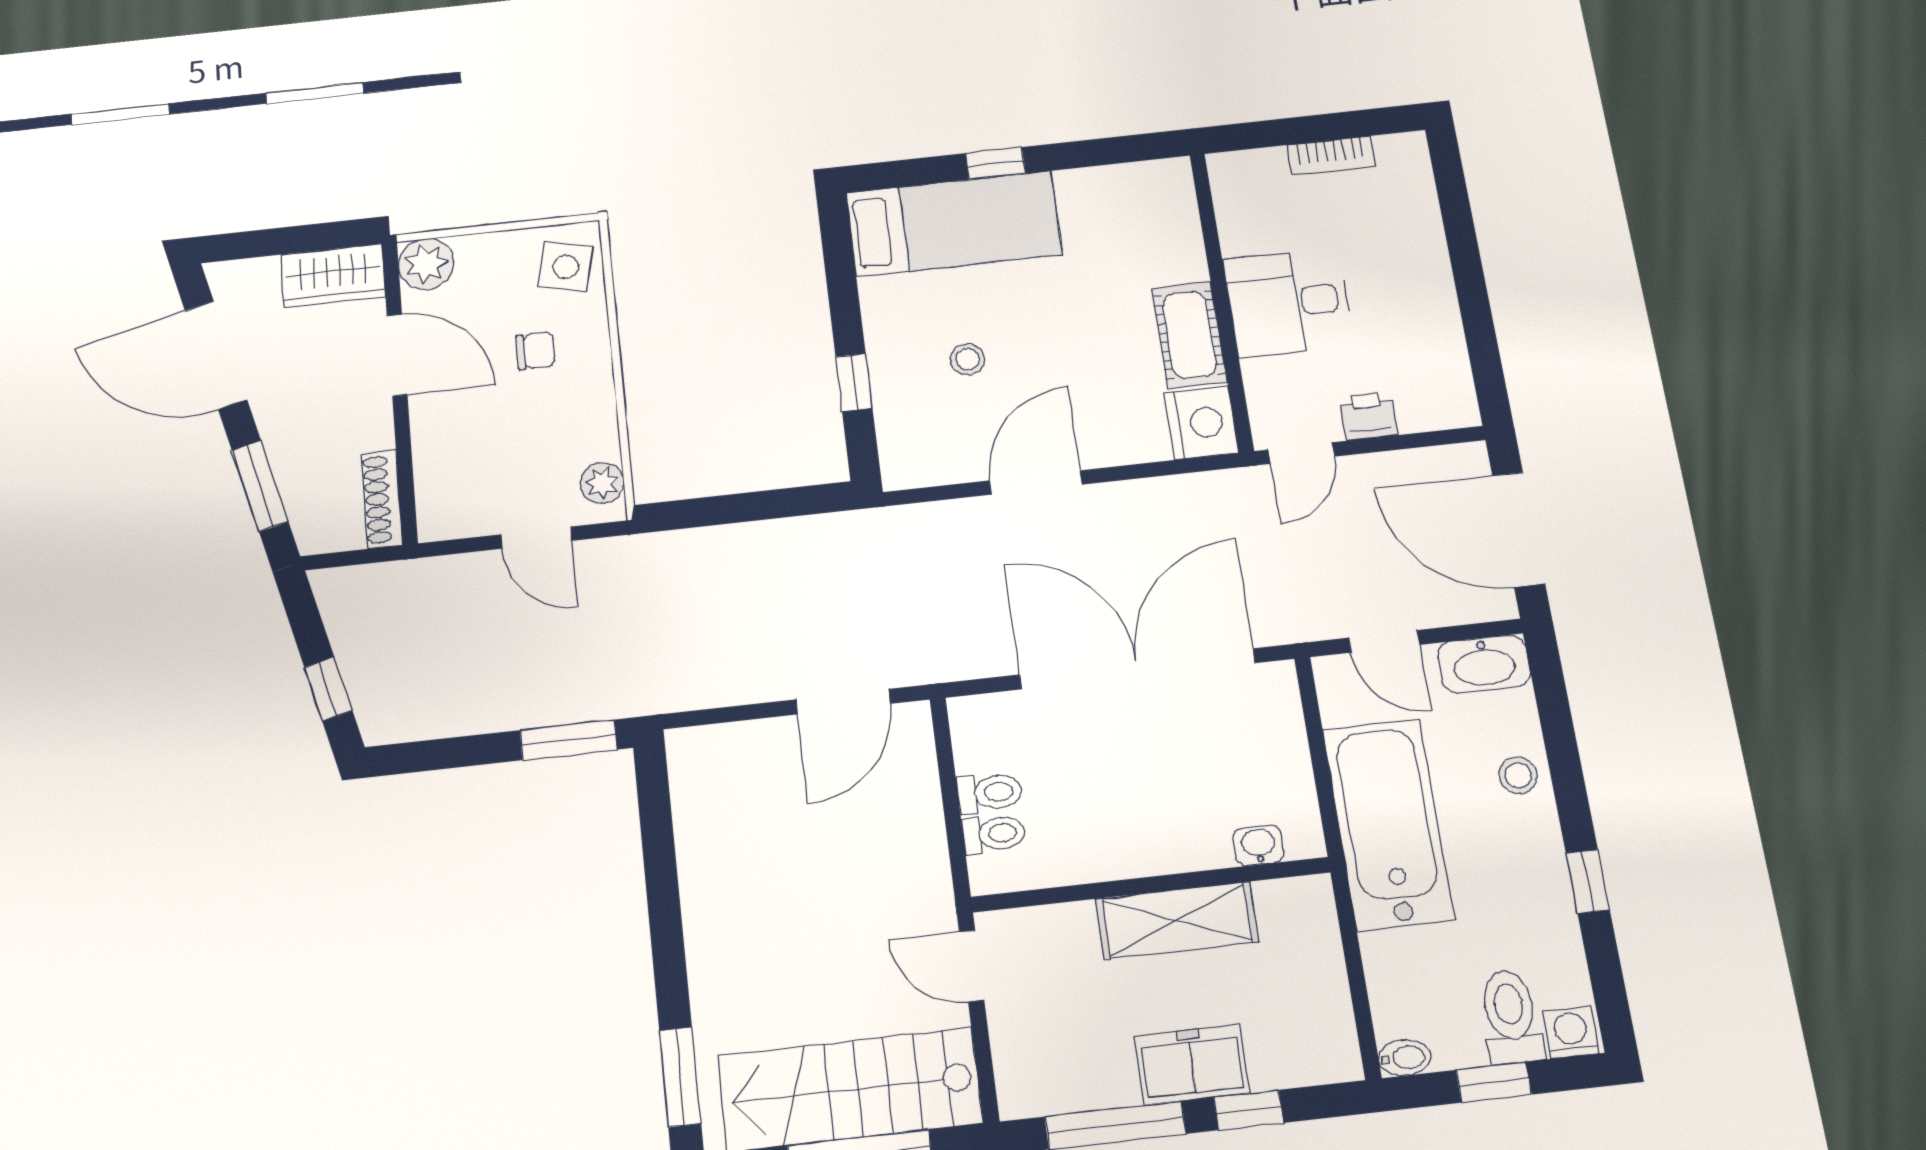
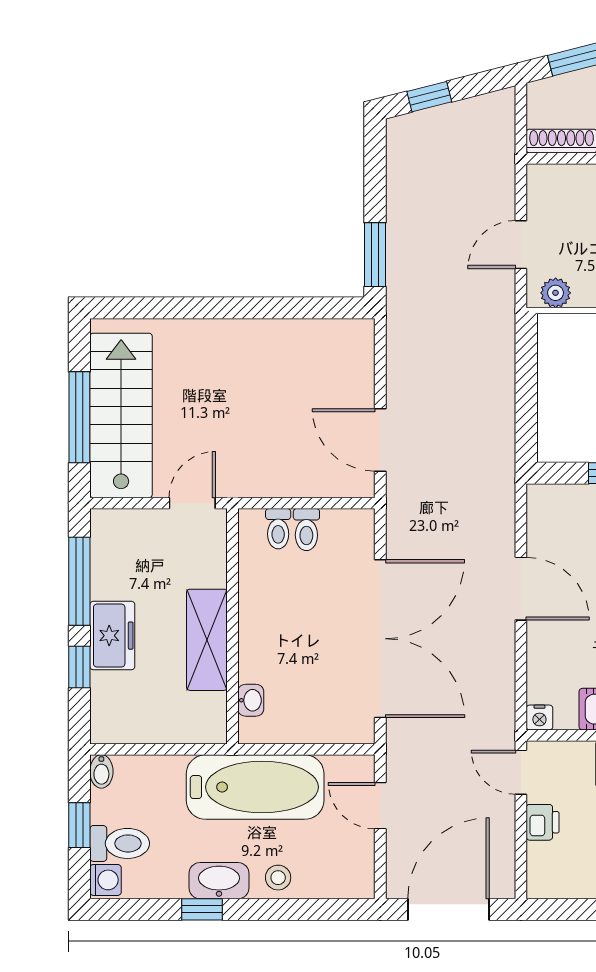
nightstand: (1201, 423) -> (539, 717), width x0.53, depth x0.56
door: (1384, 641) -> (380, 806), hinge flipped
washbasin: (1484, 664) -> (219, 881), moved, turned 90
window: (680, 1077) -> (142, 308), removed

